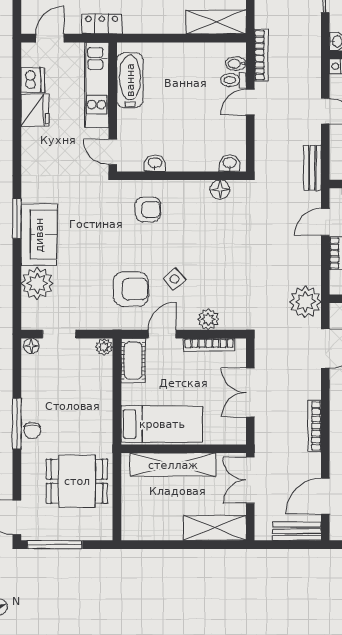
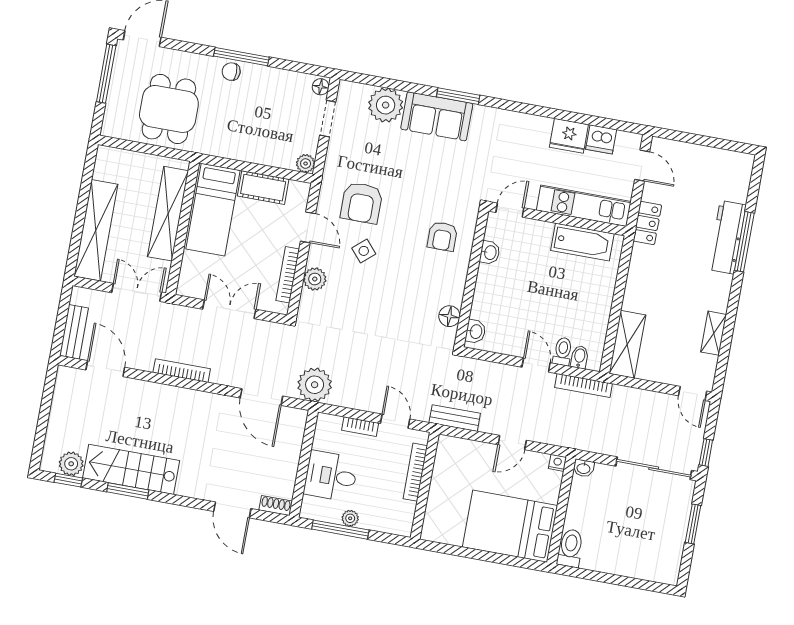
cot: (133, 361) -> (263, 188), moved
shelving: (215, 528) -> (96, 230), width x1.47

